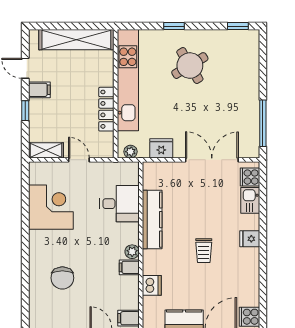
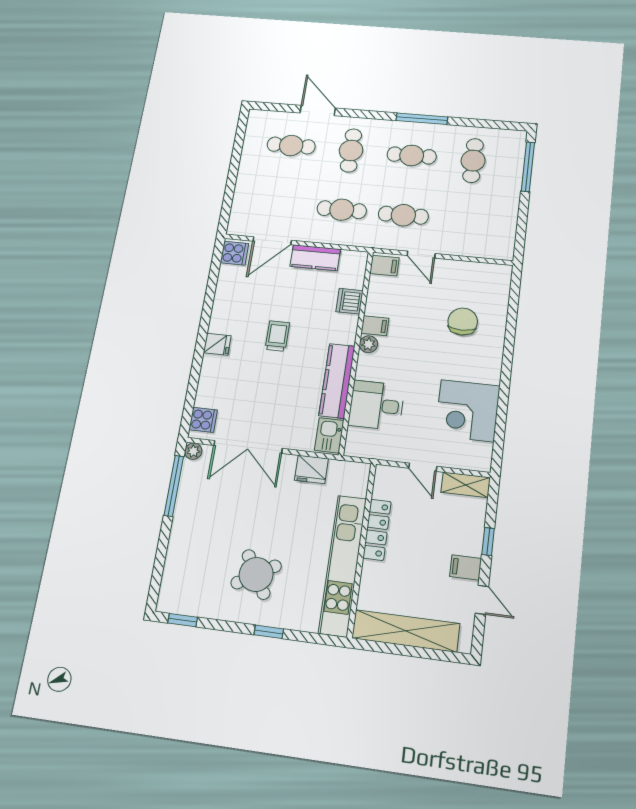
plant: (130, 152) -> (193, 451), moved
kitchen sink: (250, 200) -> (329, 435), moved, turned 180

